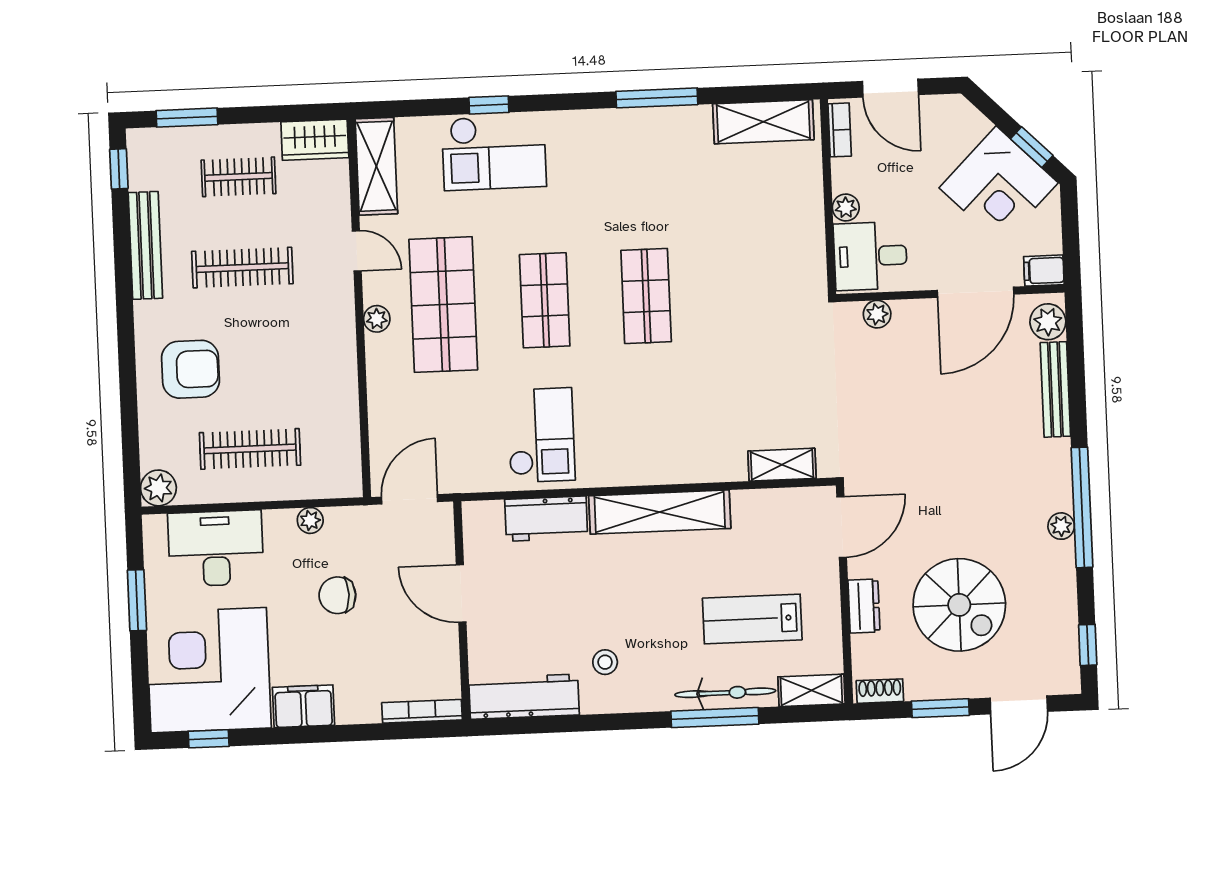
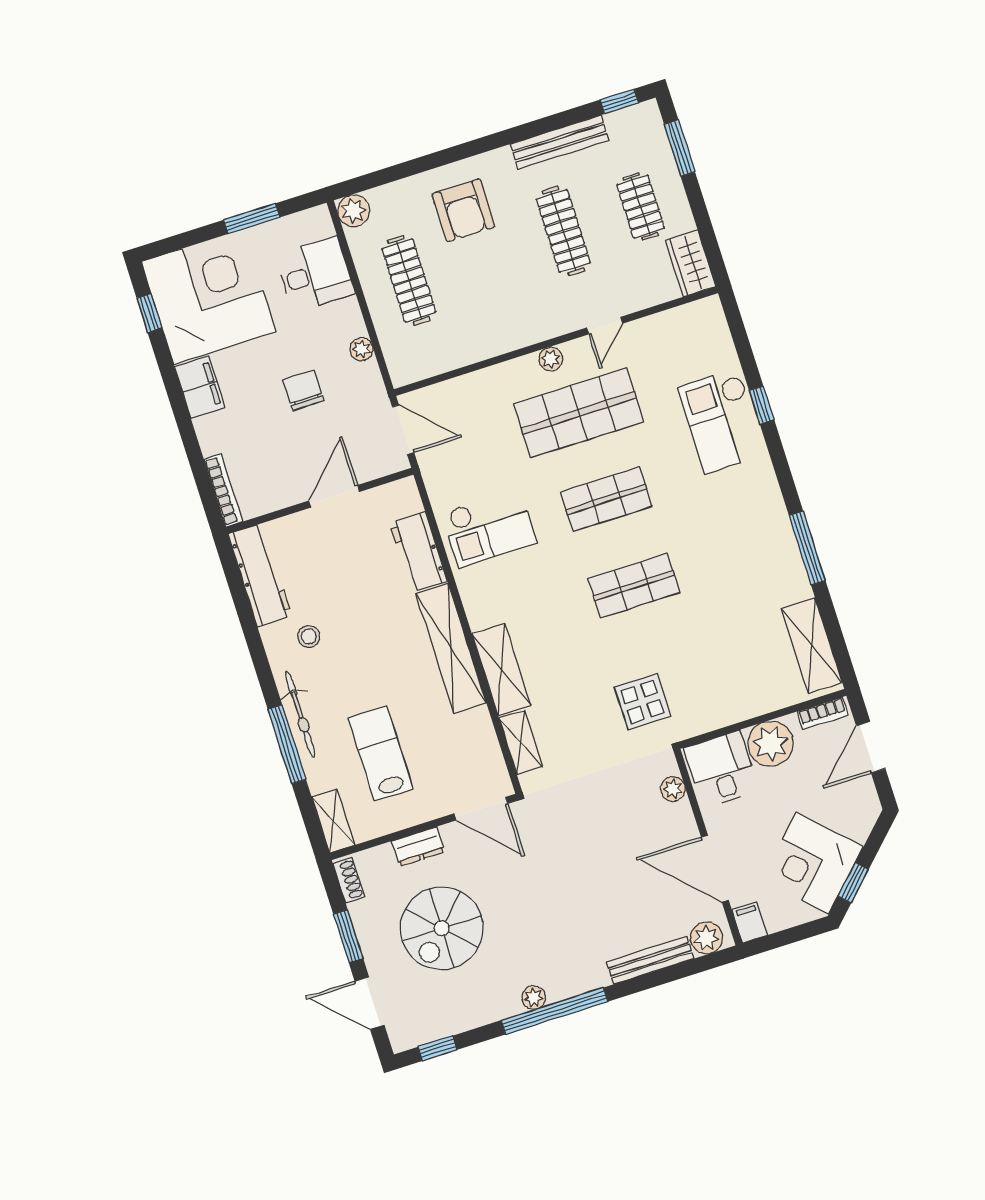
shelving: (376, 166) -> (501, 670), moved, turned 90
plant: (846, 207) -> (770, 744), width x1.87, depth x1.87
display table: (774, 321) -> (643, 702), added
desk: (216, 548) -> (315, 274), width x0.73
bicycle: (725, 693) -> (300, 715), moved

